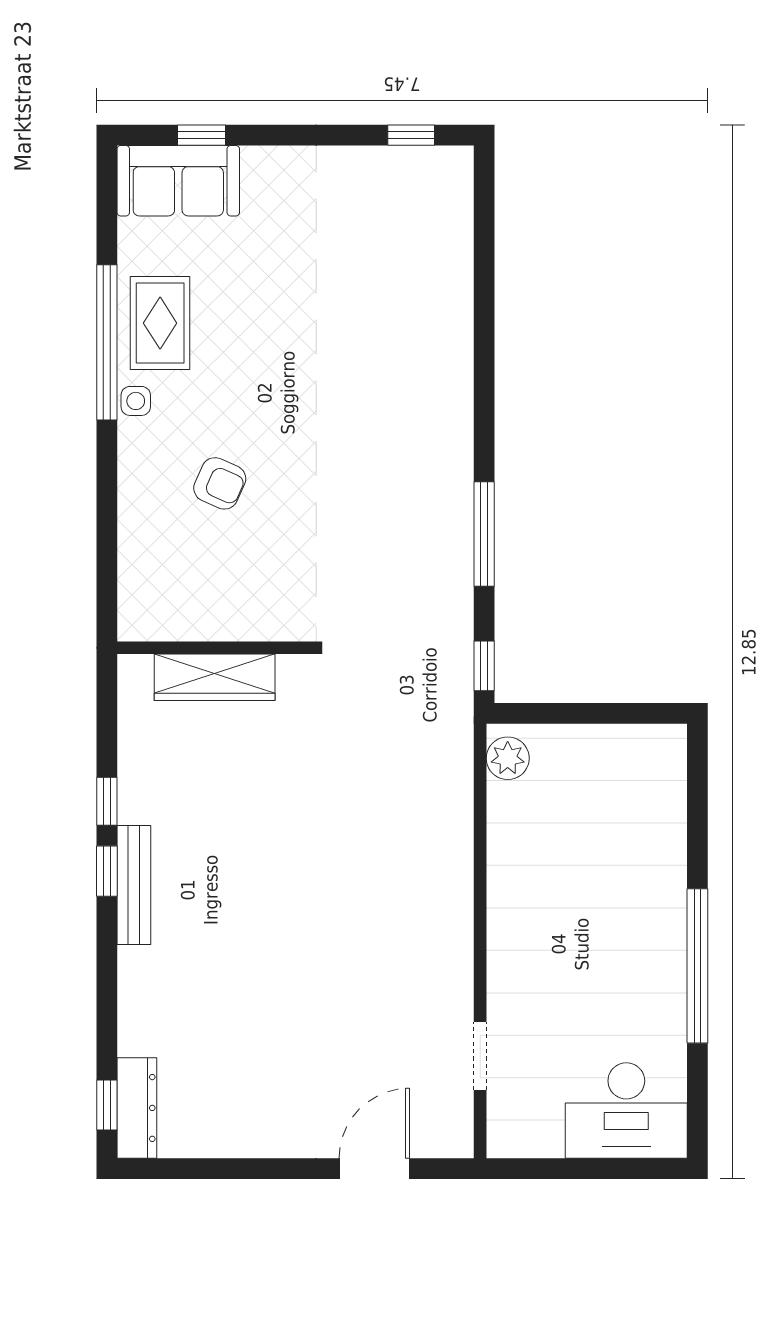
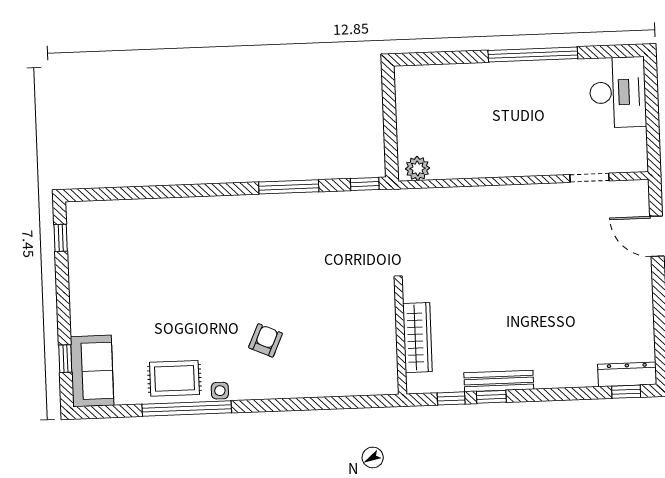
wall: (214, 648) -> (400, 339), moved
wardrobe: (215, 677) -> (417, 338), moved

